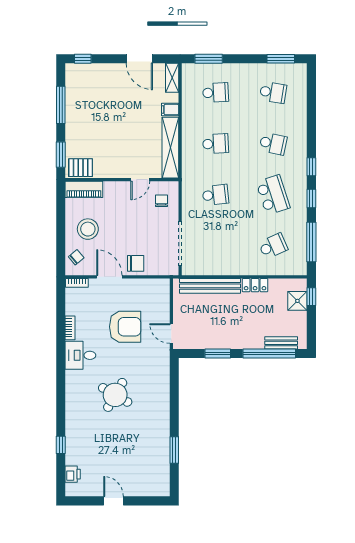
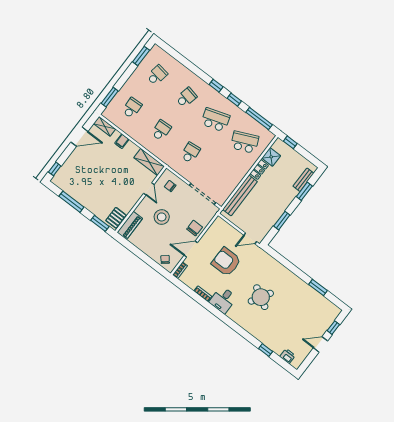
shelving: (170, 148) -> (149, 162), width x0.68
stool: (88, 229) -> (162, 217), moved
school desk: (273, 246) -> (245, 142), width x1.85
shower: (297, 301) -> (271, 157), moved
armchair: (125, 327) -> (226, 262), turned -90
window: (269, 353) -> (304, 191), width x0.47
window: (143, 501) -> (333, 328), added

